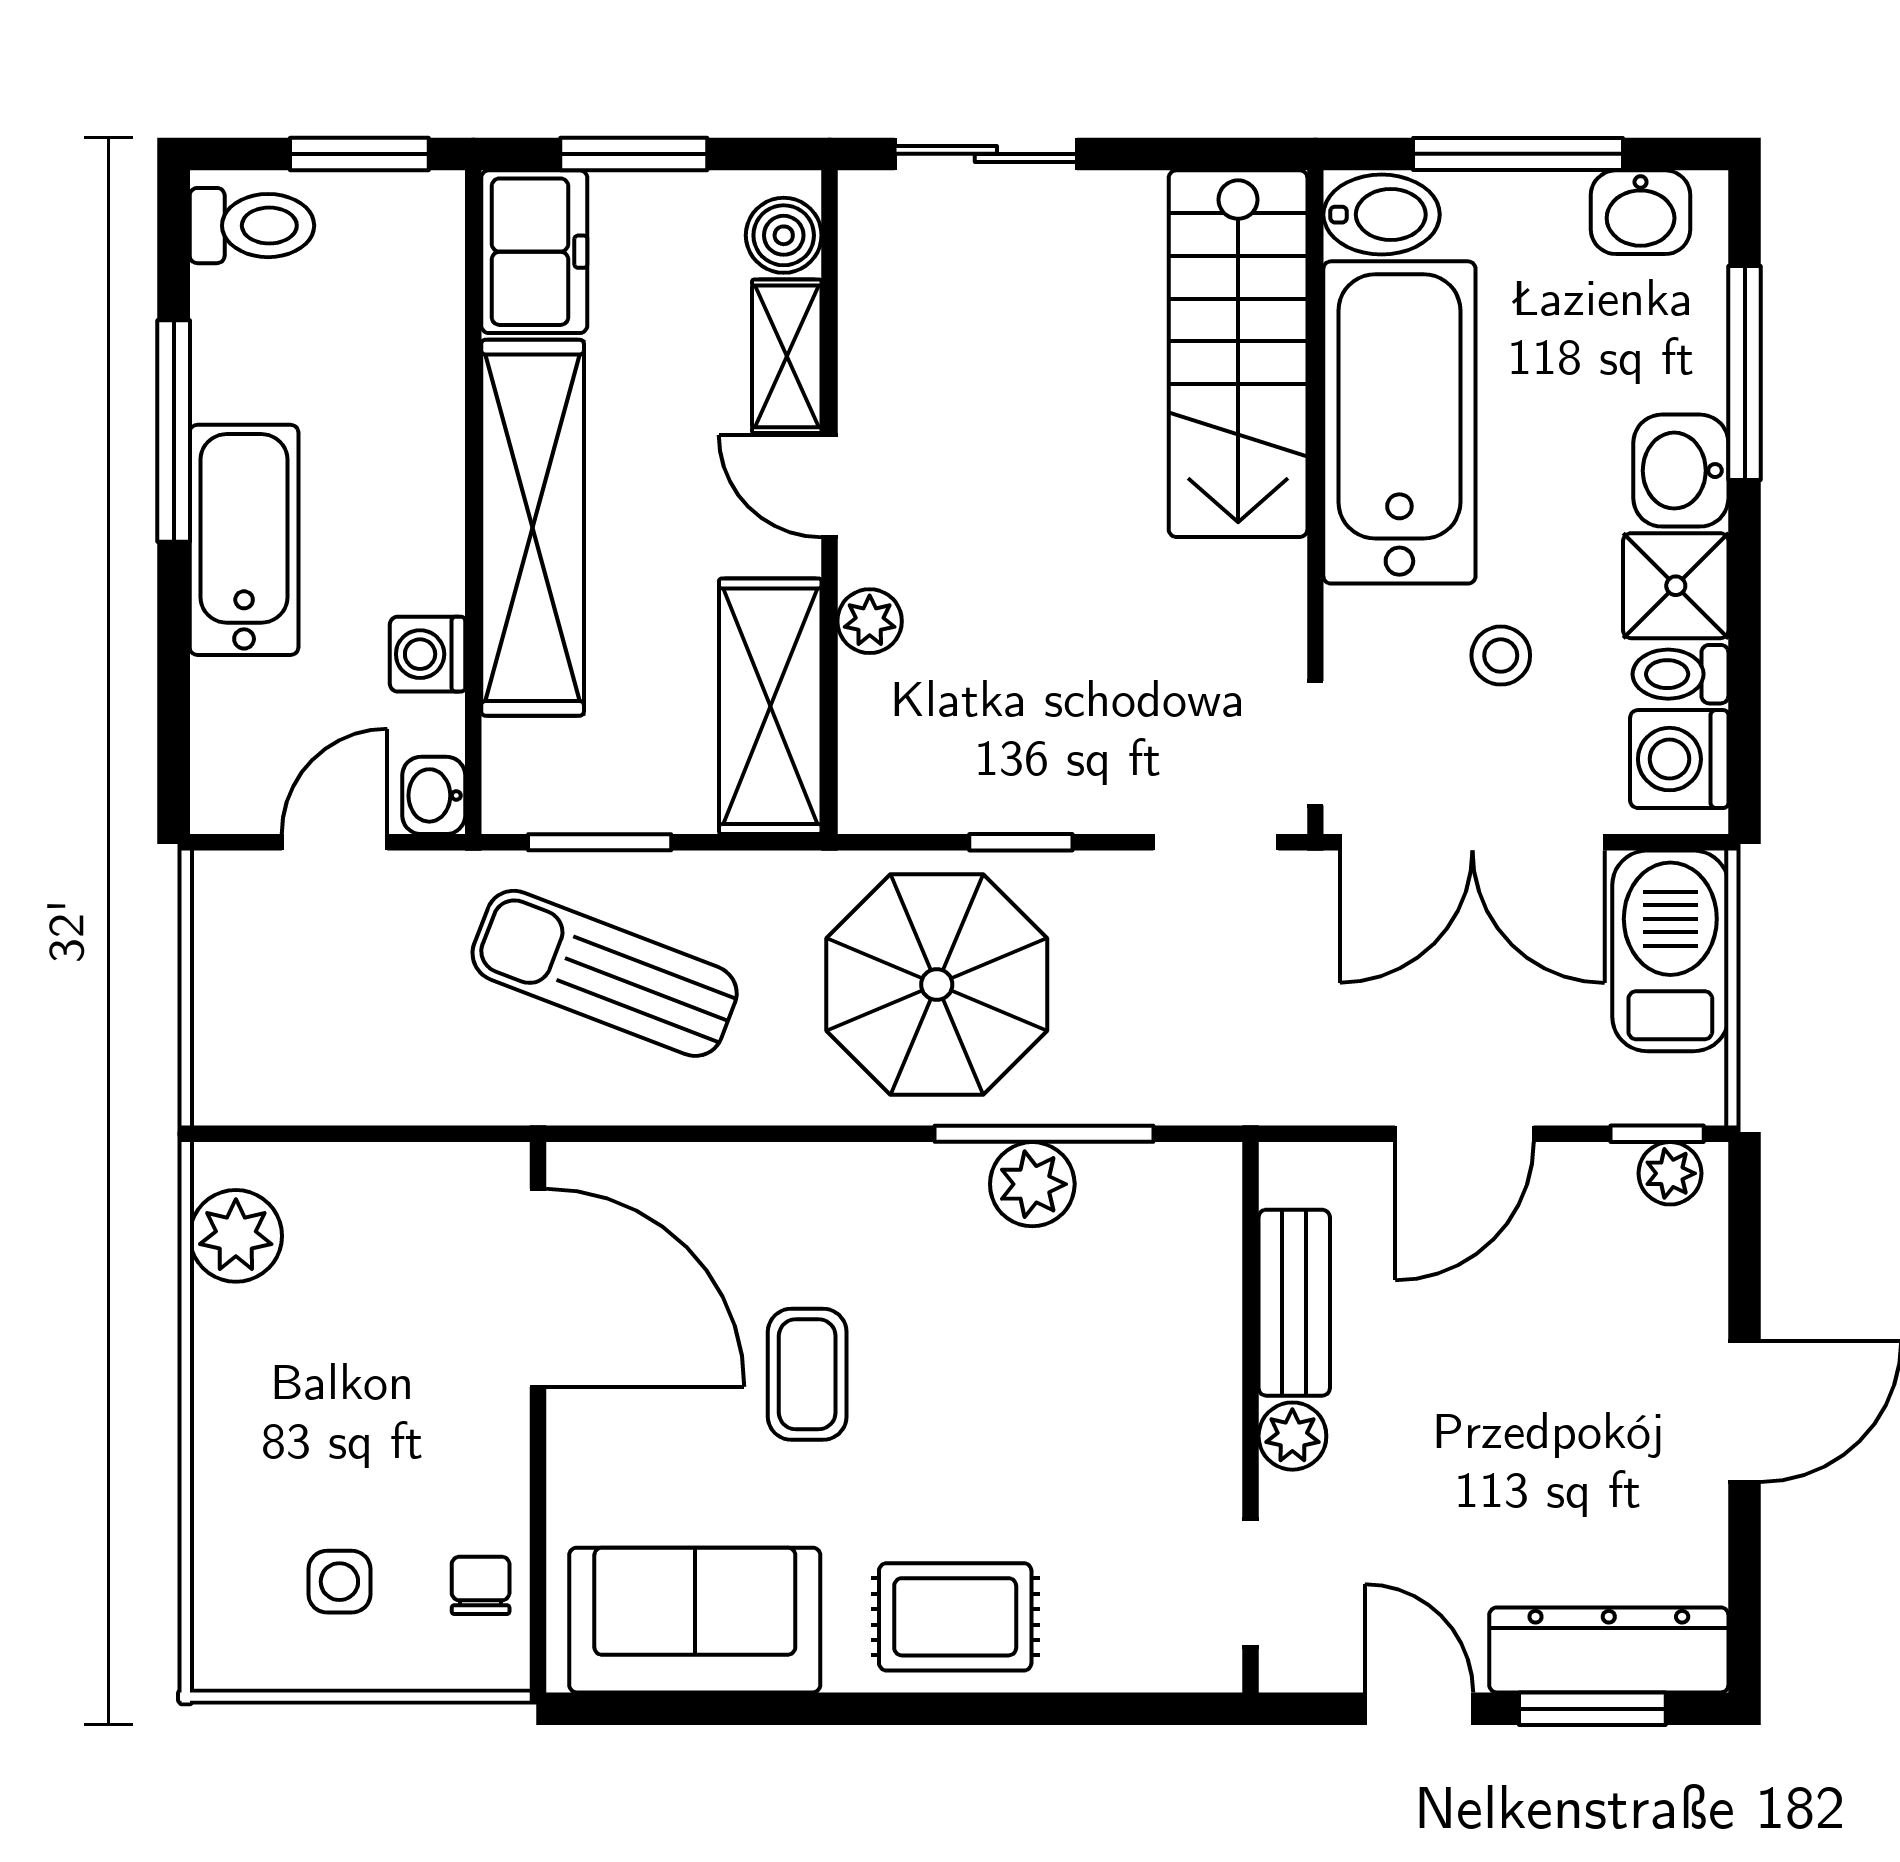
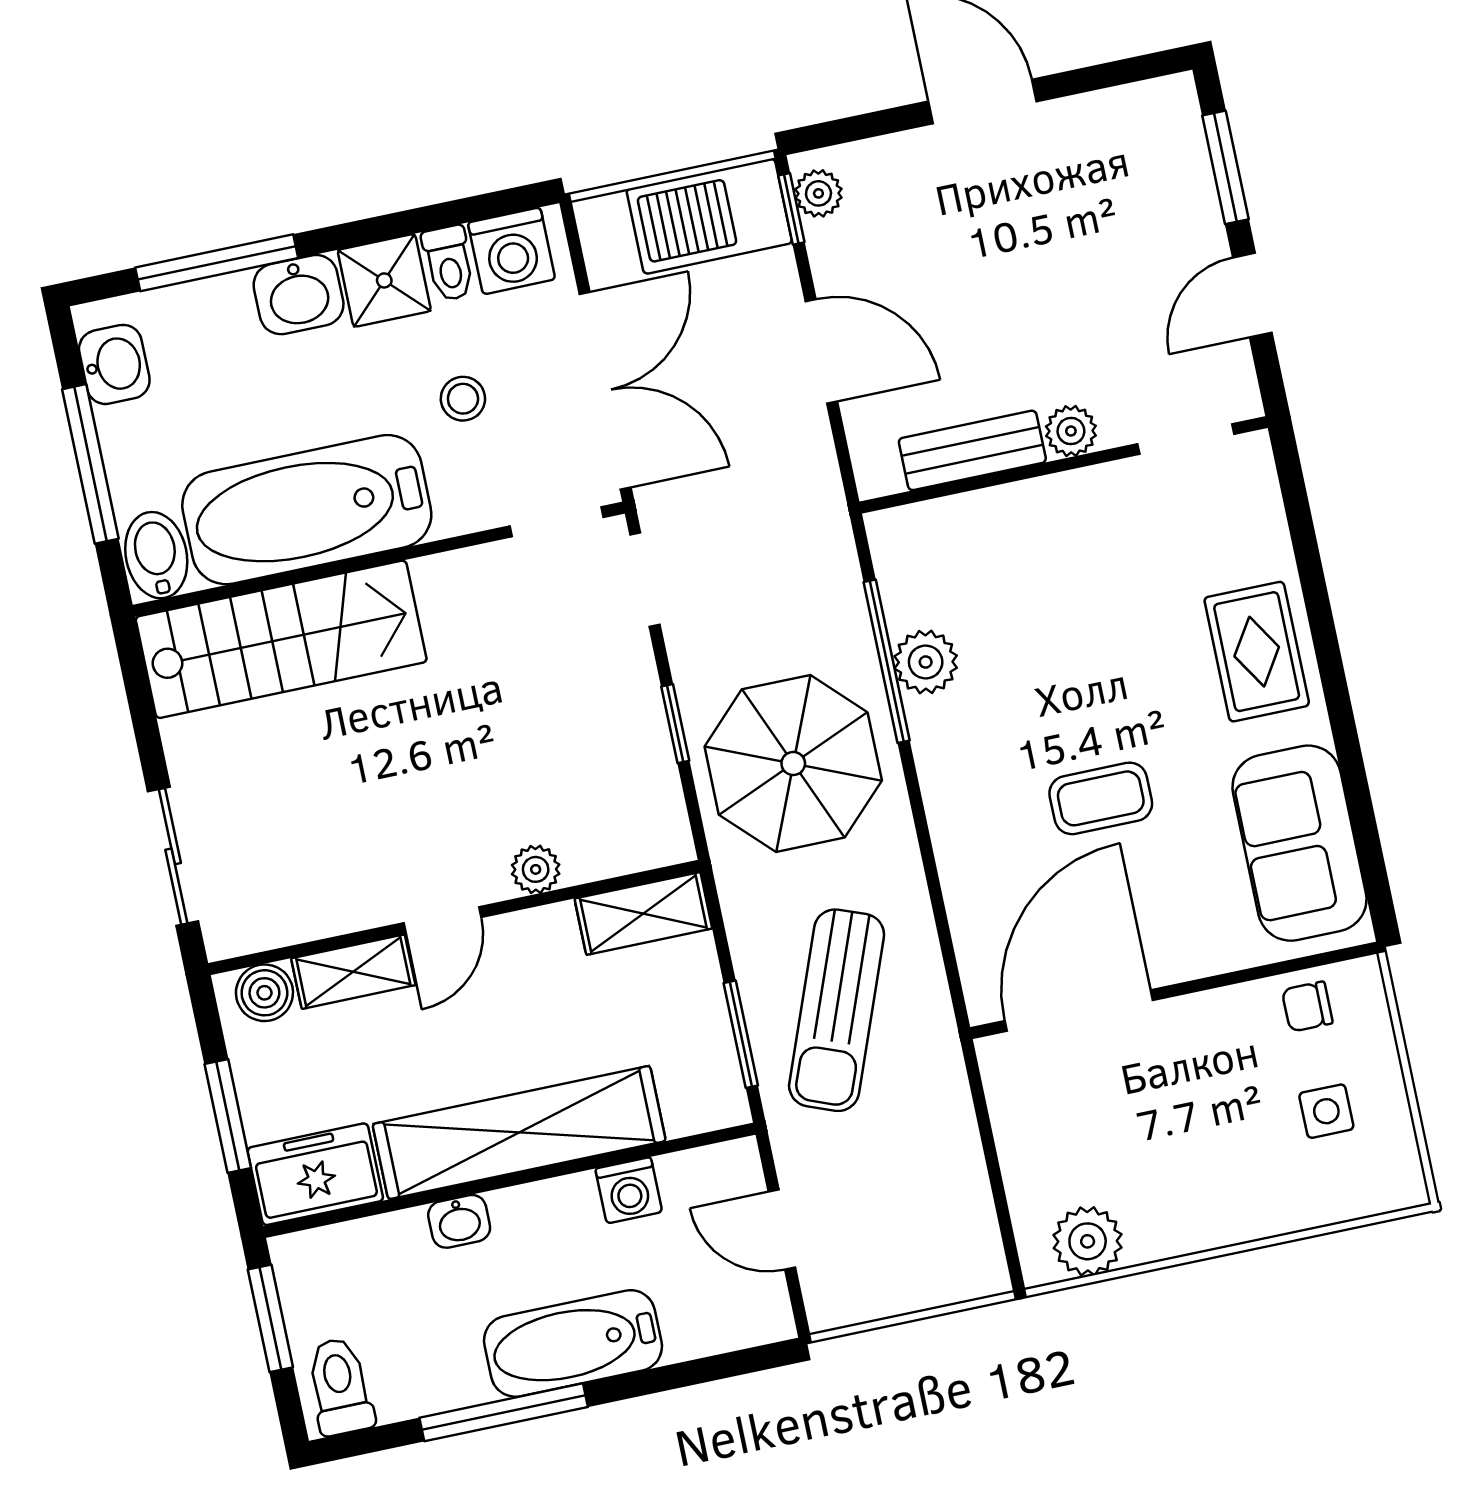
shelving: (770, 706) -> (643, 913), width x0.67, depth x0.75
washbasin: (434, 795) -> (459, 1221), moved
barbecue: (1670, 951) -> (709, 216), moved
dresser: (1609, 1650) -> (1180, 164), removed

